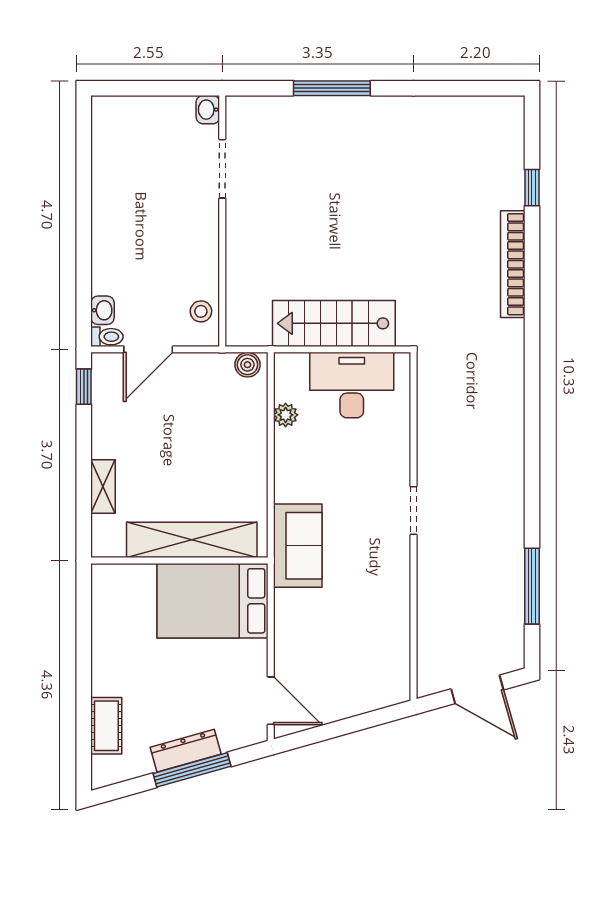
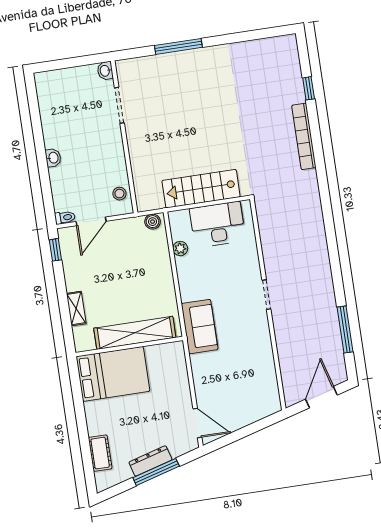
washbasin: (102, 310) -> (53, 158), moved
bed: (213, 601) -> (113, 374), moved, turned 180
door: (477, 689) -> (321, 397), swing flipped

